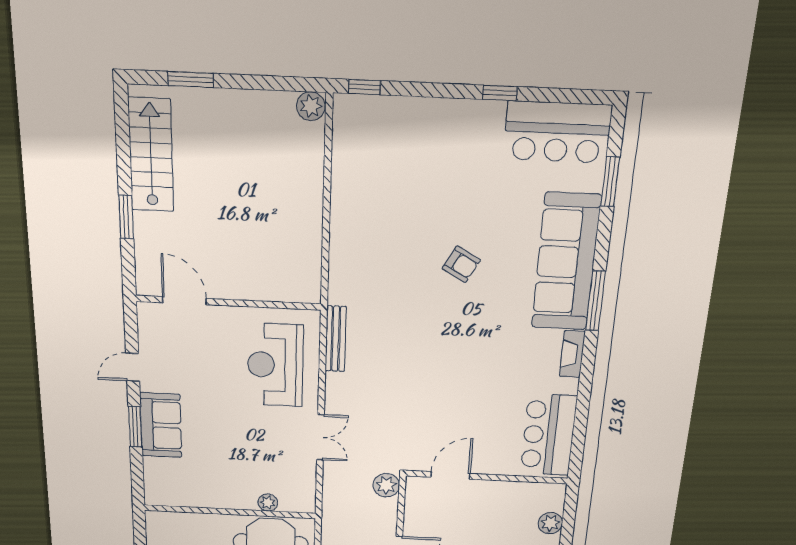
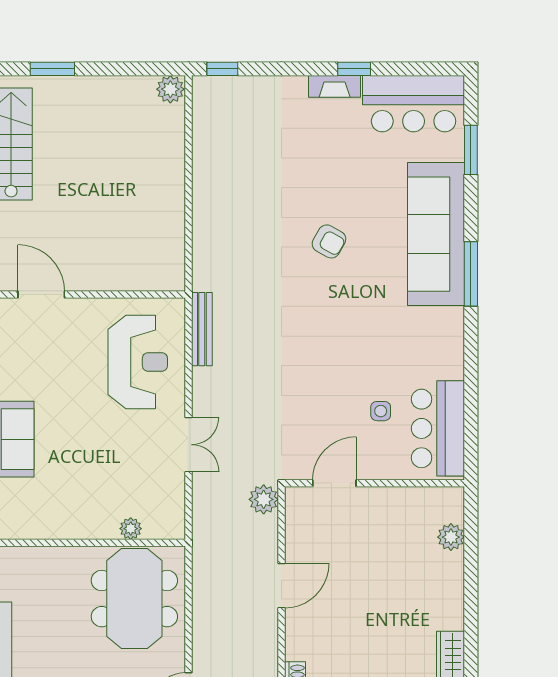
fireplace: (572, 354) -> (335, 86), moved, turned -90
reception desk: (275, 365) -> (138, 362), turned 180
side table: (498, 418) -> (381, 411), added

